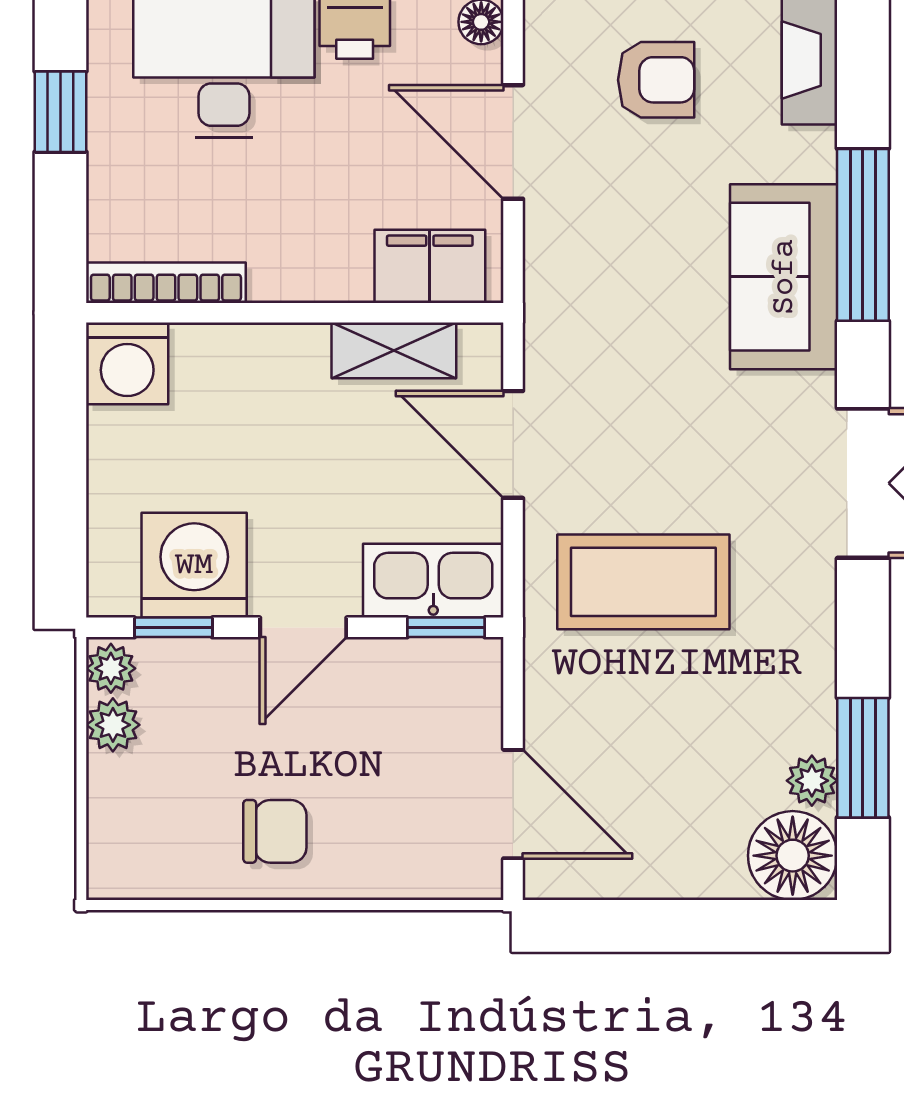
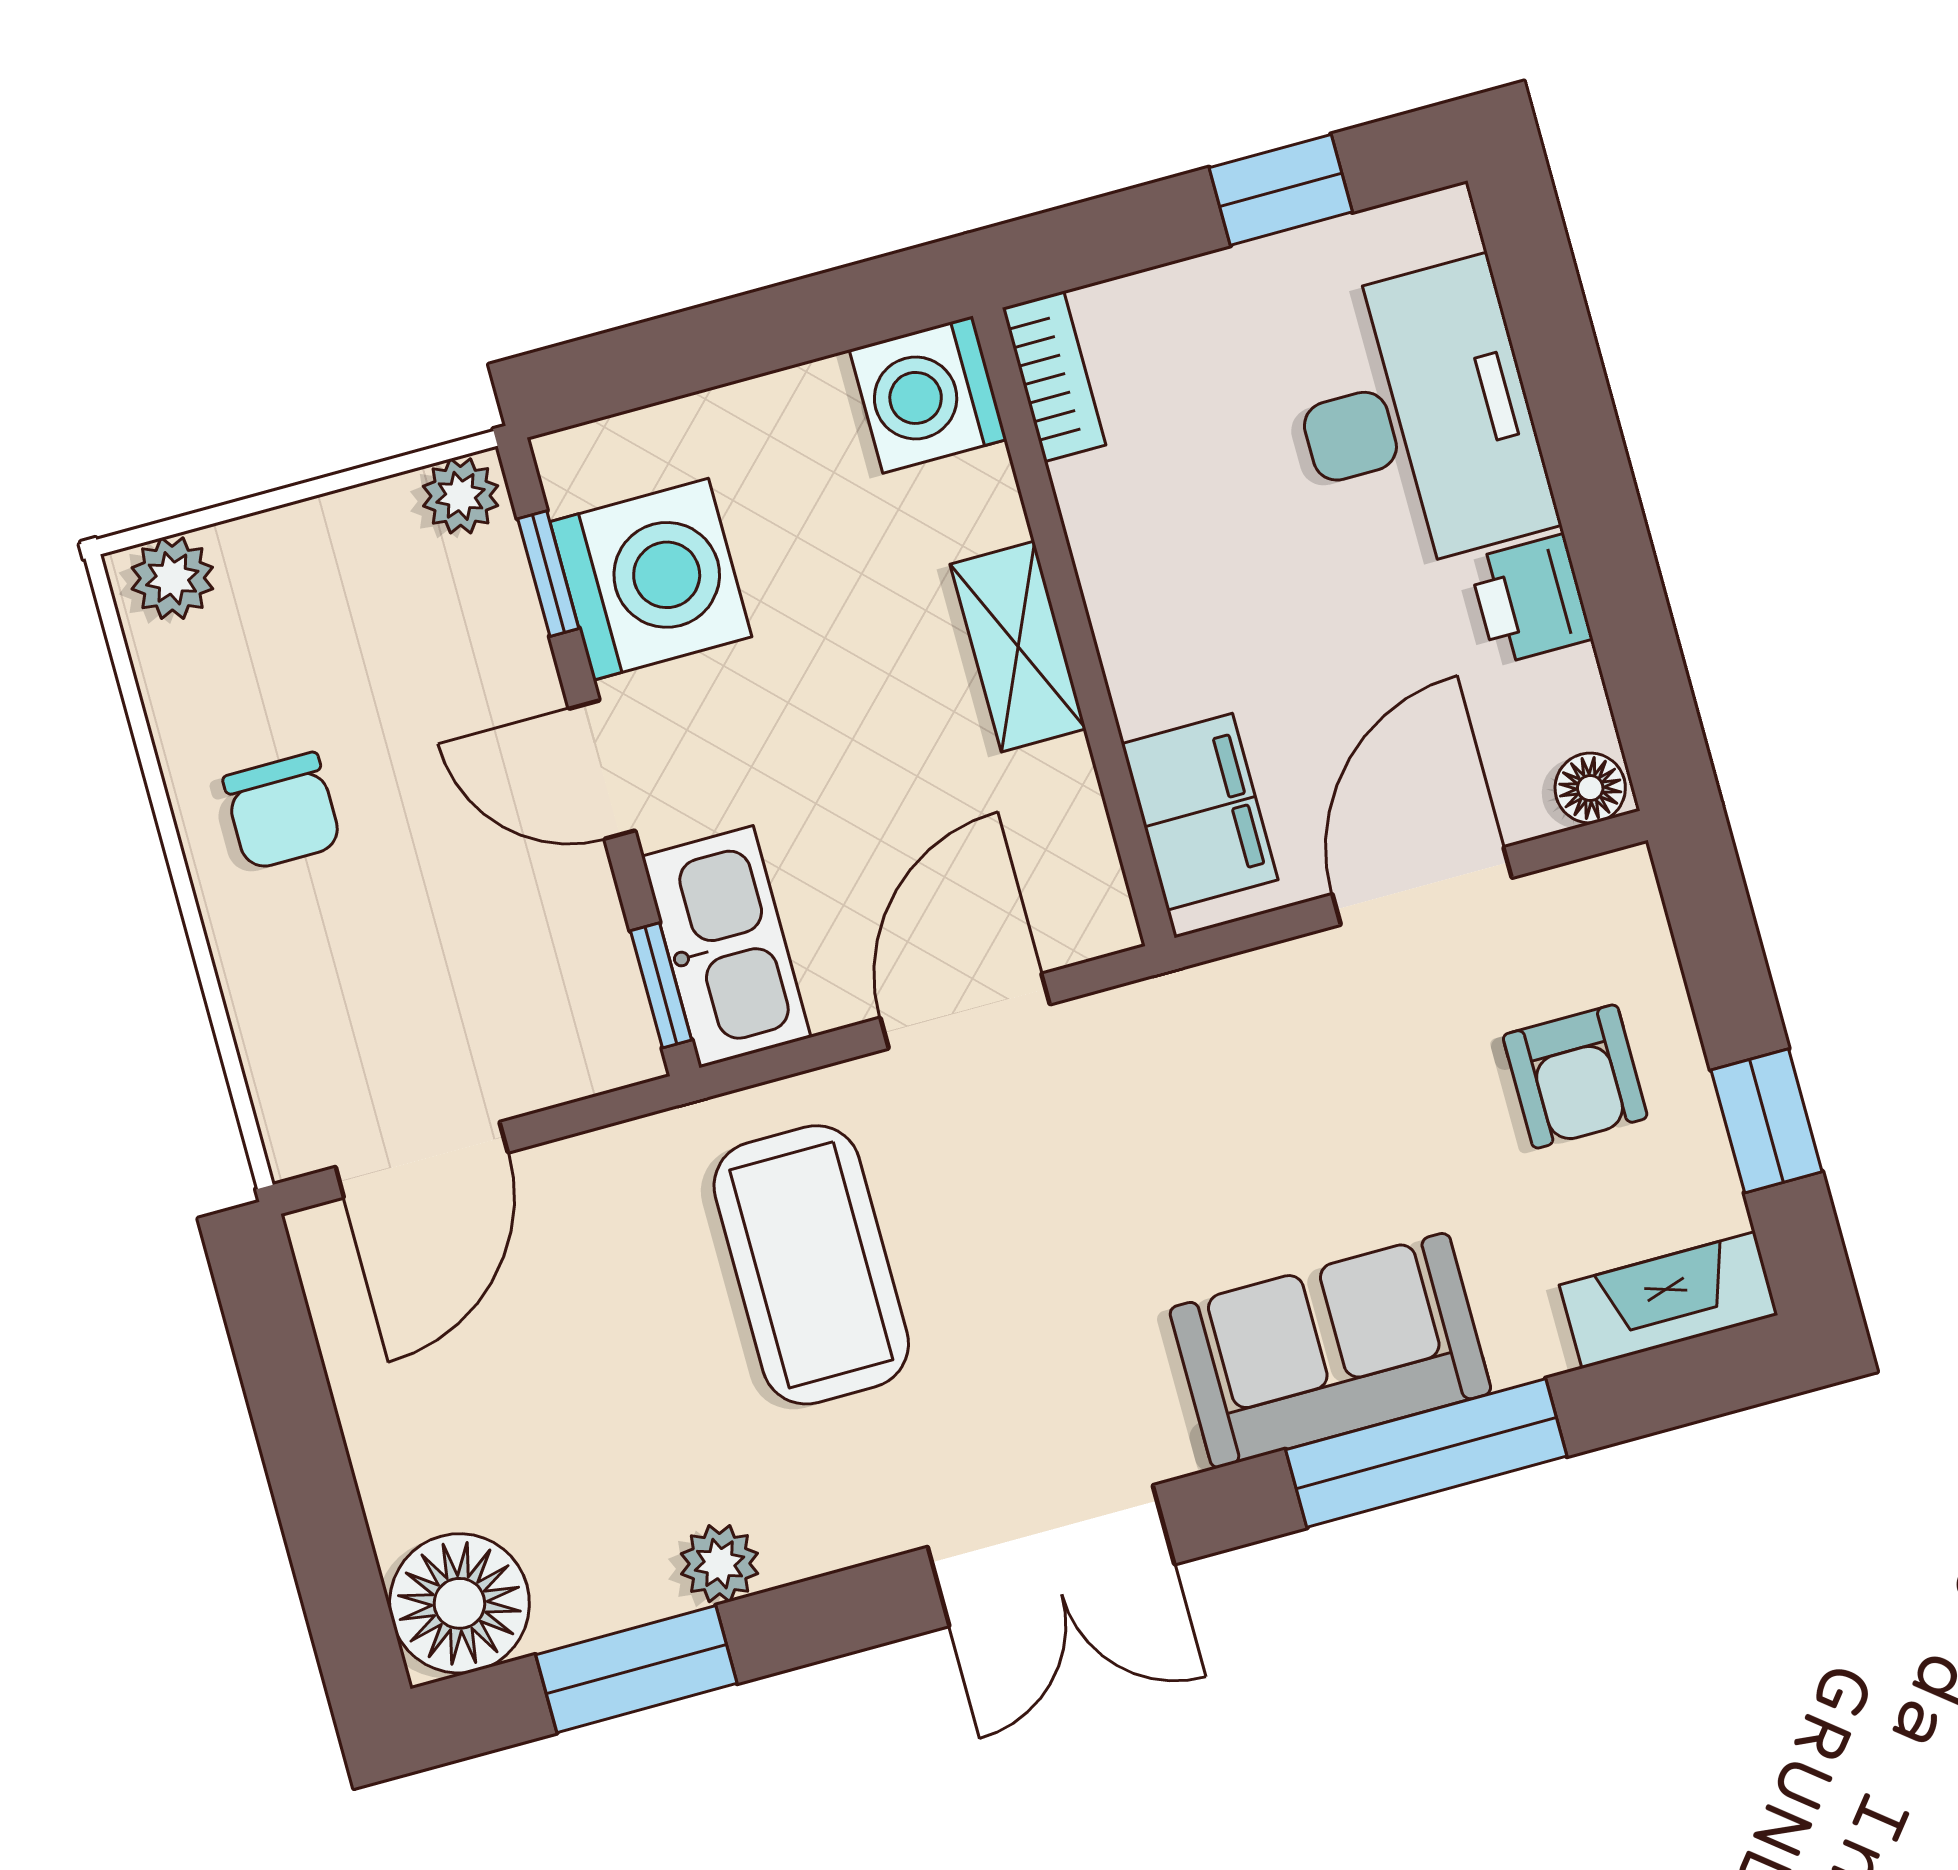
bookcase: (166, 283) -> (1054, 376), width x0.64
shelving: (394, 350) -> (1018, 647), moved
plant: (113, 725) -> (172, 578), moved
plant: (812, 781) -> (720, 1564), moved

